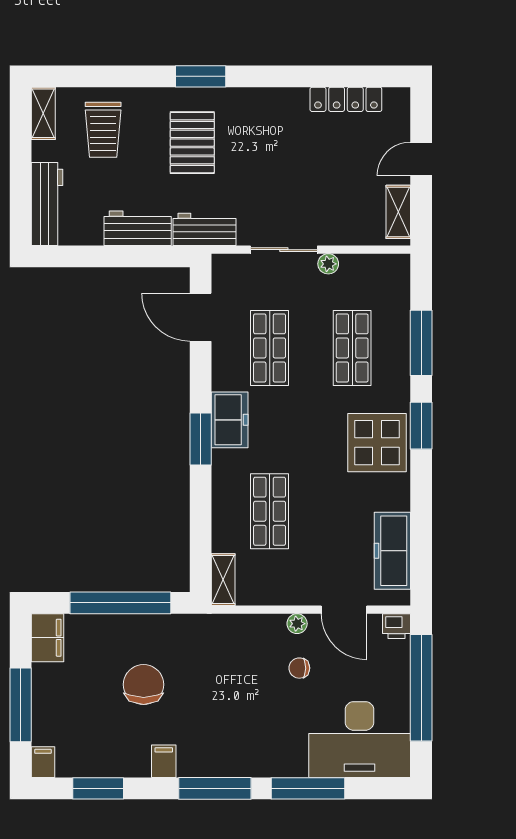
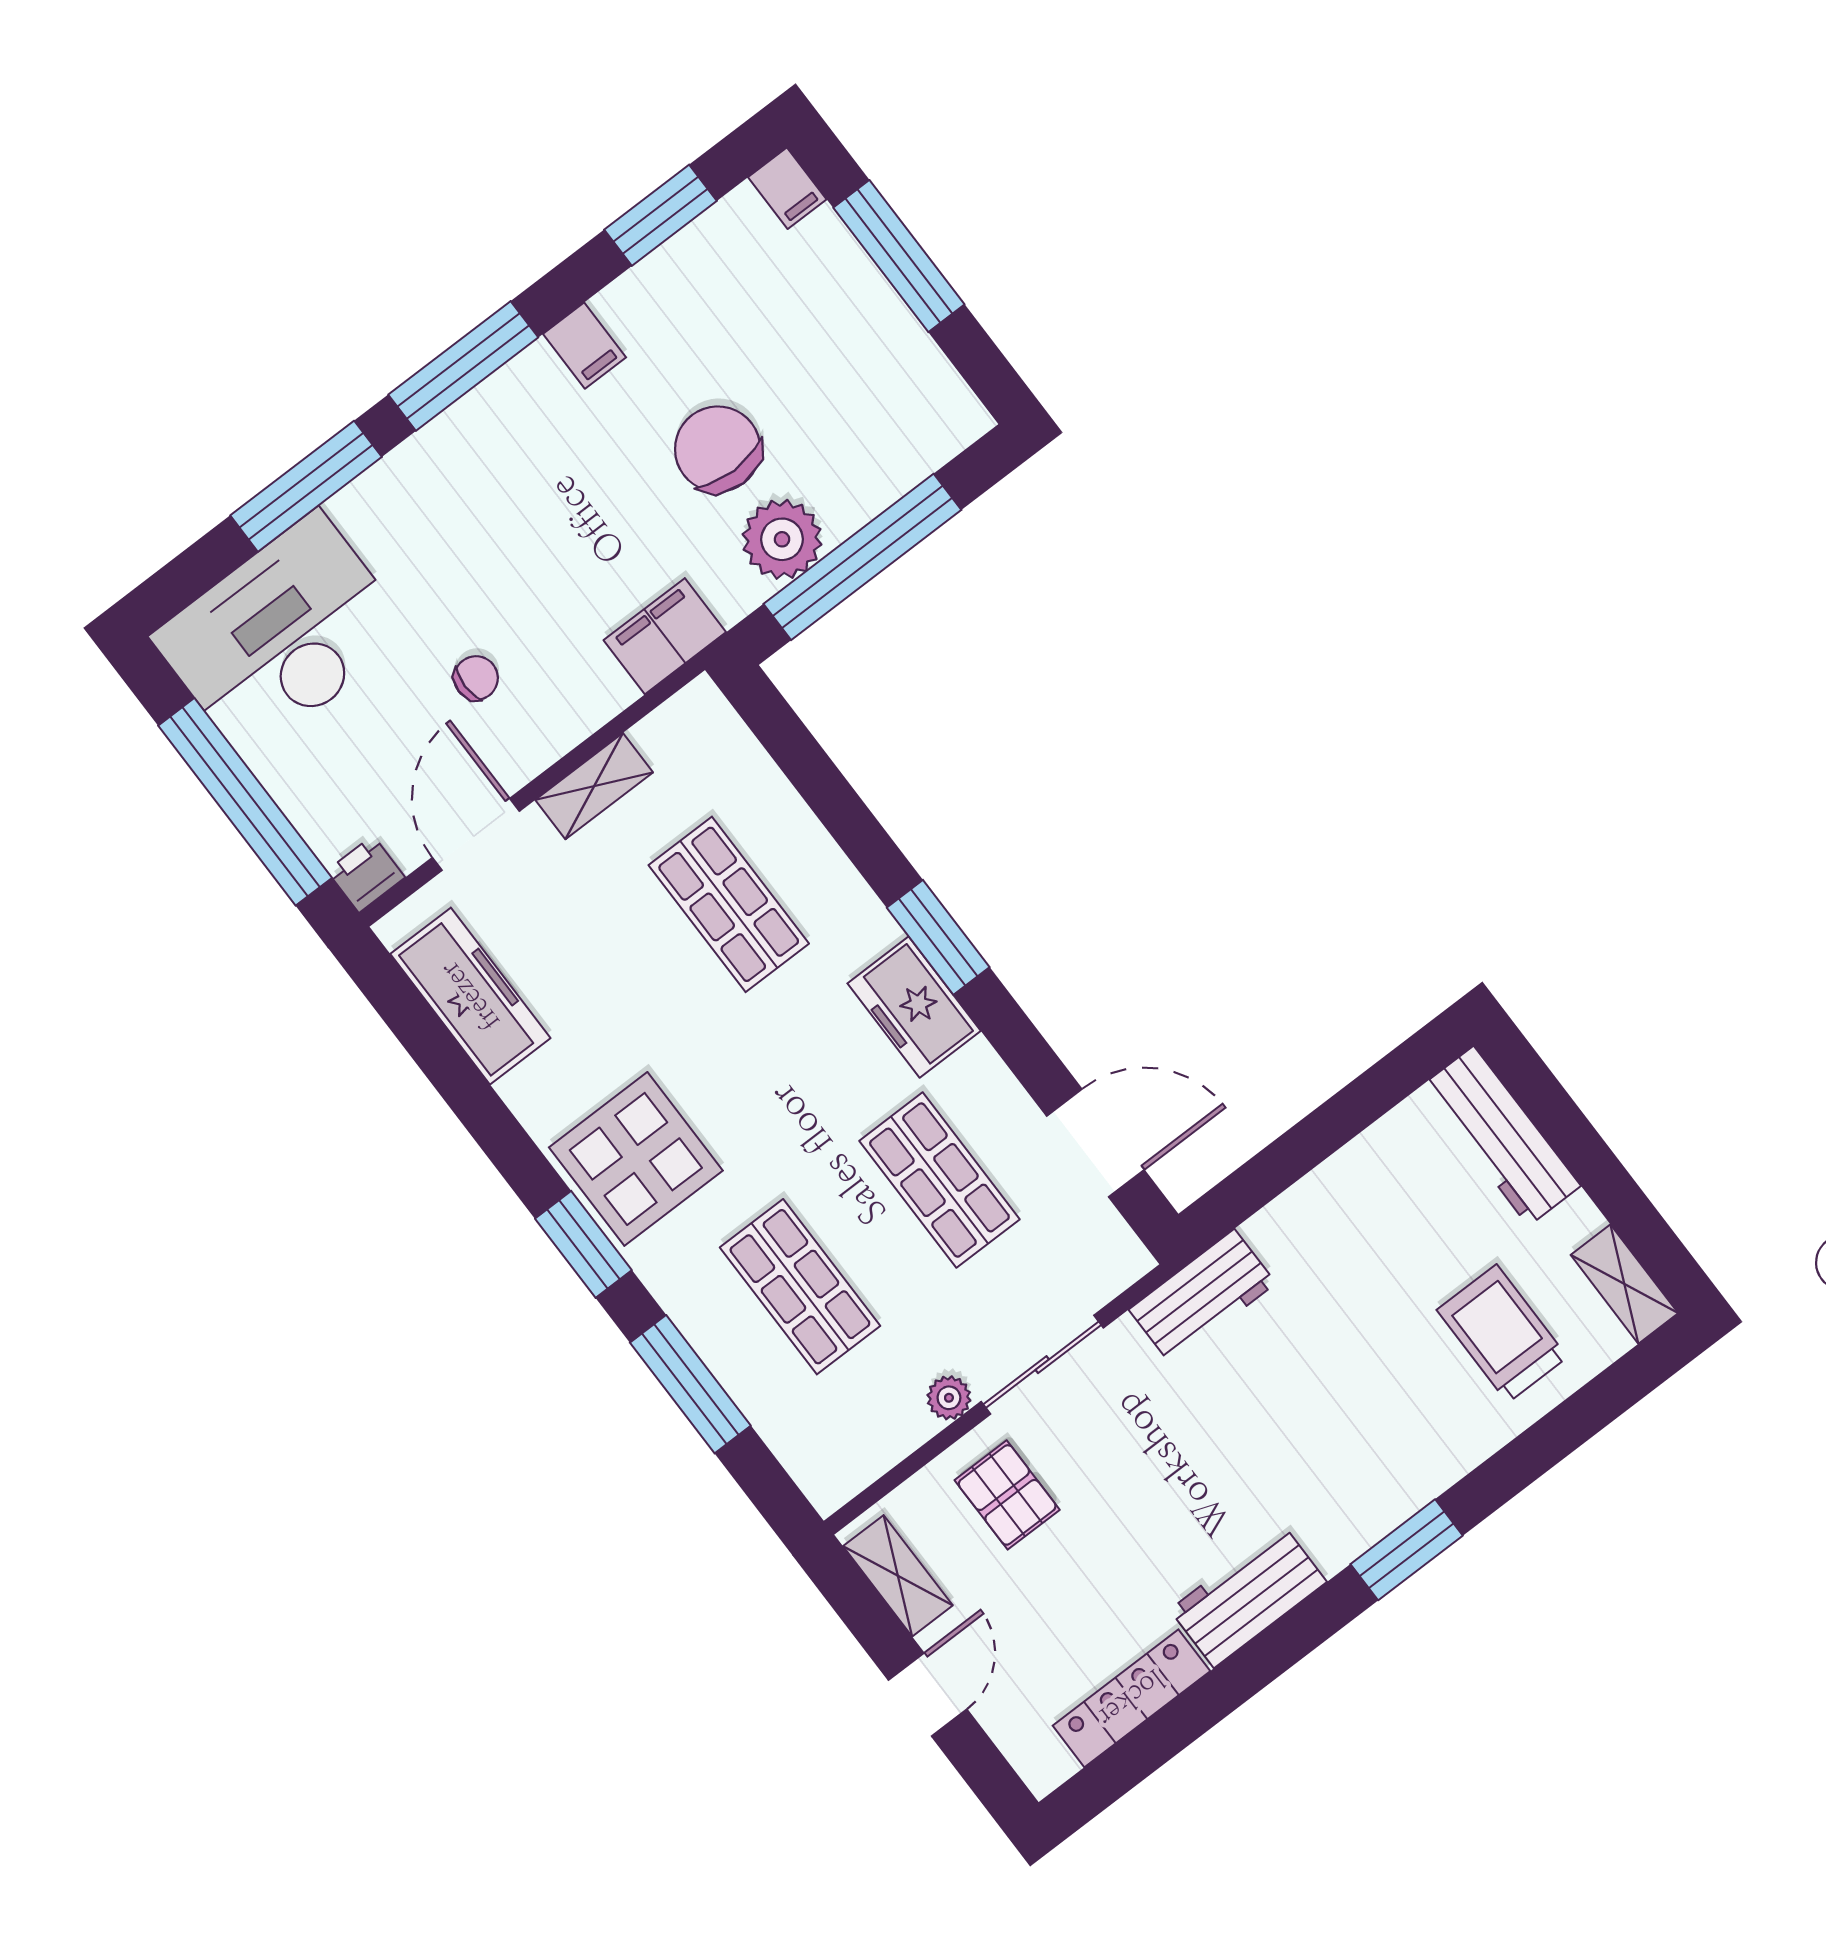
pallet: (192, 143) -> (1007, 1495), moved, width x0.67, depth x0.71
workbench: (138, 228) -> (1248, 1596), moved, turned 180
shelving: (223, 580) -> (594, 786), moved, turned 90
door: (344, 610) -> (476, 834), hinge flipped
plant: (297, 624) -> (782, 539), moved, width x1.88, depth x1.88
filing cabinet: (47, 638) -> (665, 636), moved, turned 90
chair: (144, 685) -> (718, 449), turned 180

